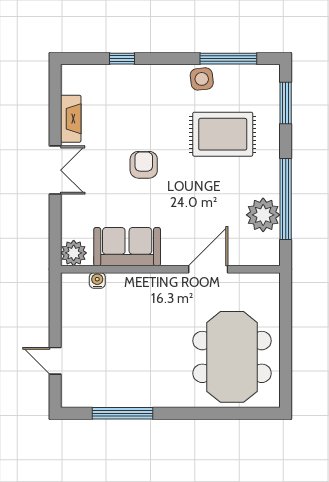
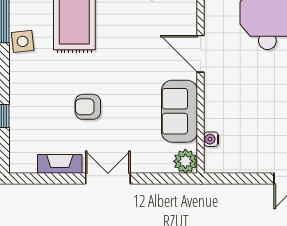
armchair: (144, 165) -> (88, 107), moved
door: (208, 269) -> (201, 54), moved

